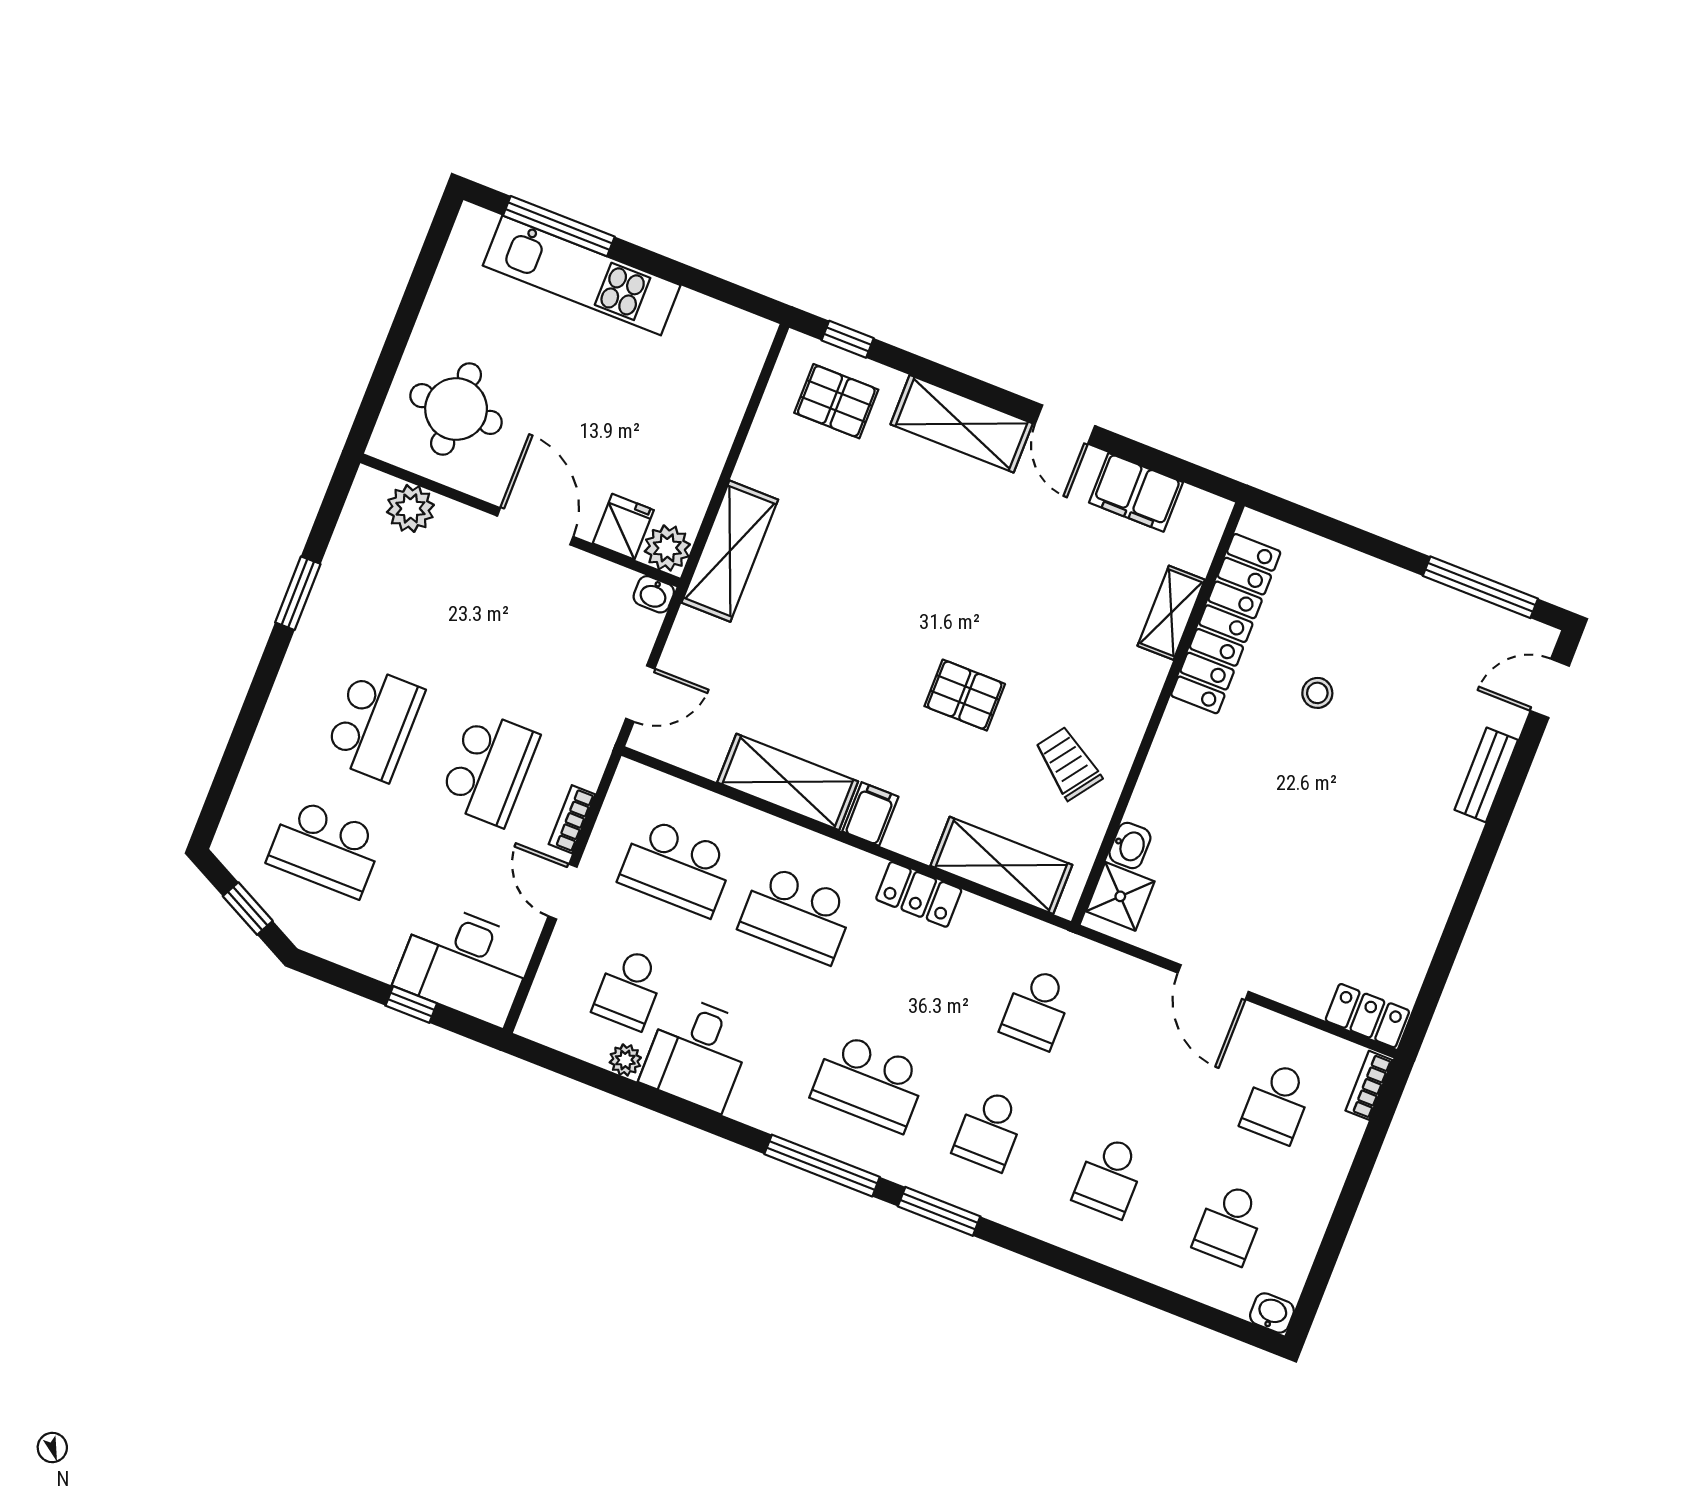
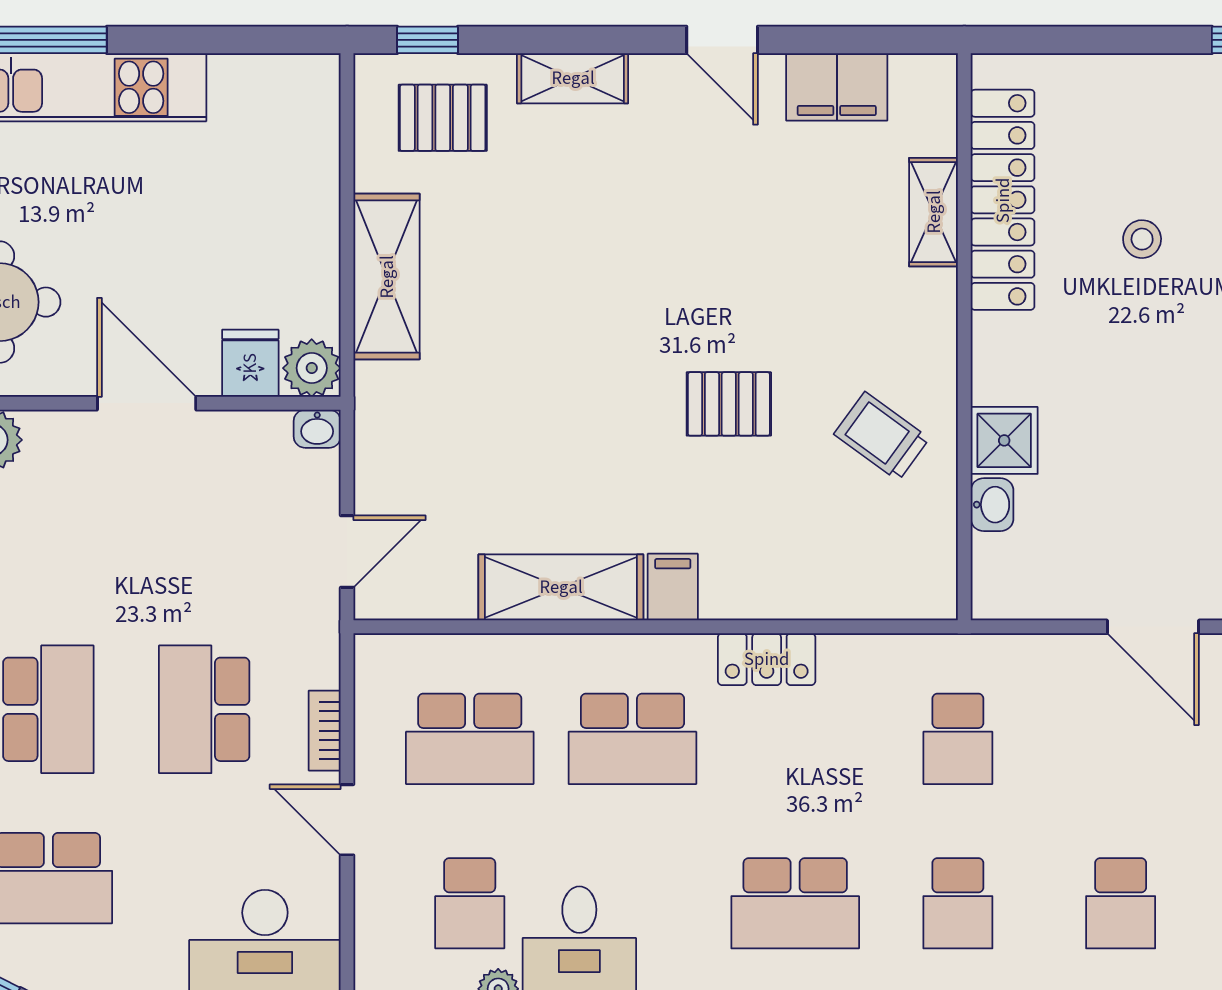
shelving: (962, 424) -> (573, 78), width x0.67, depth x0.75
shelving: (730, 551) -> (387, 277), moved
school desk: (489, 769) -> (204, 709), turned 180
shelving: (1001, 865) -> (850, 587), removed
shower: (1120, 896) -> (1004, 440), moved

